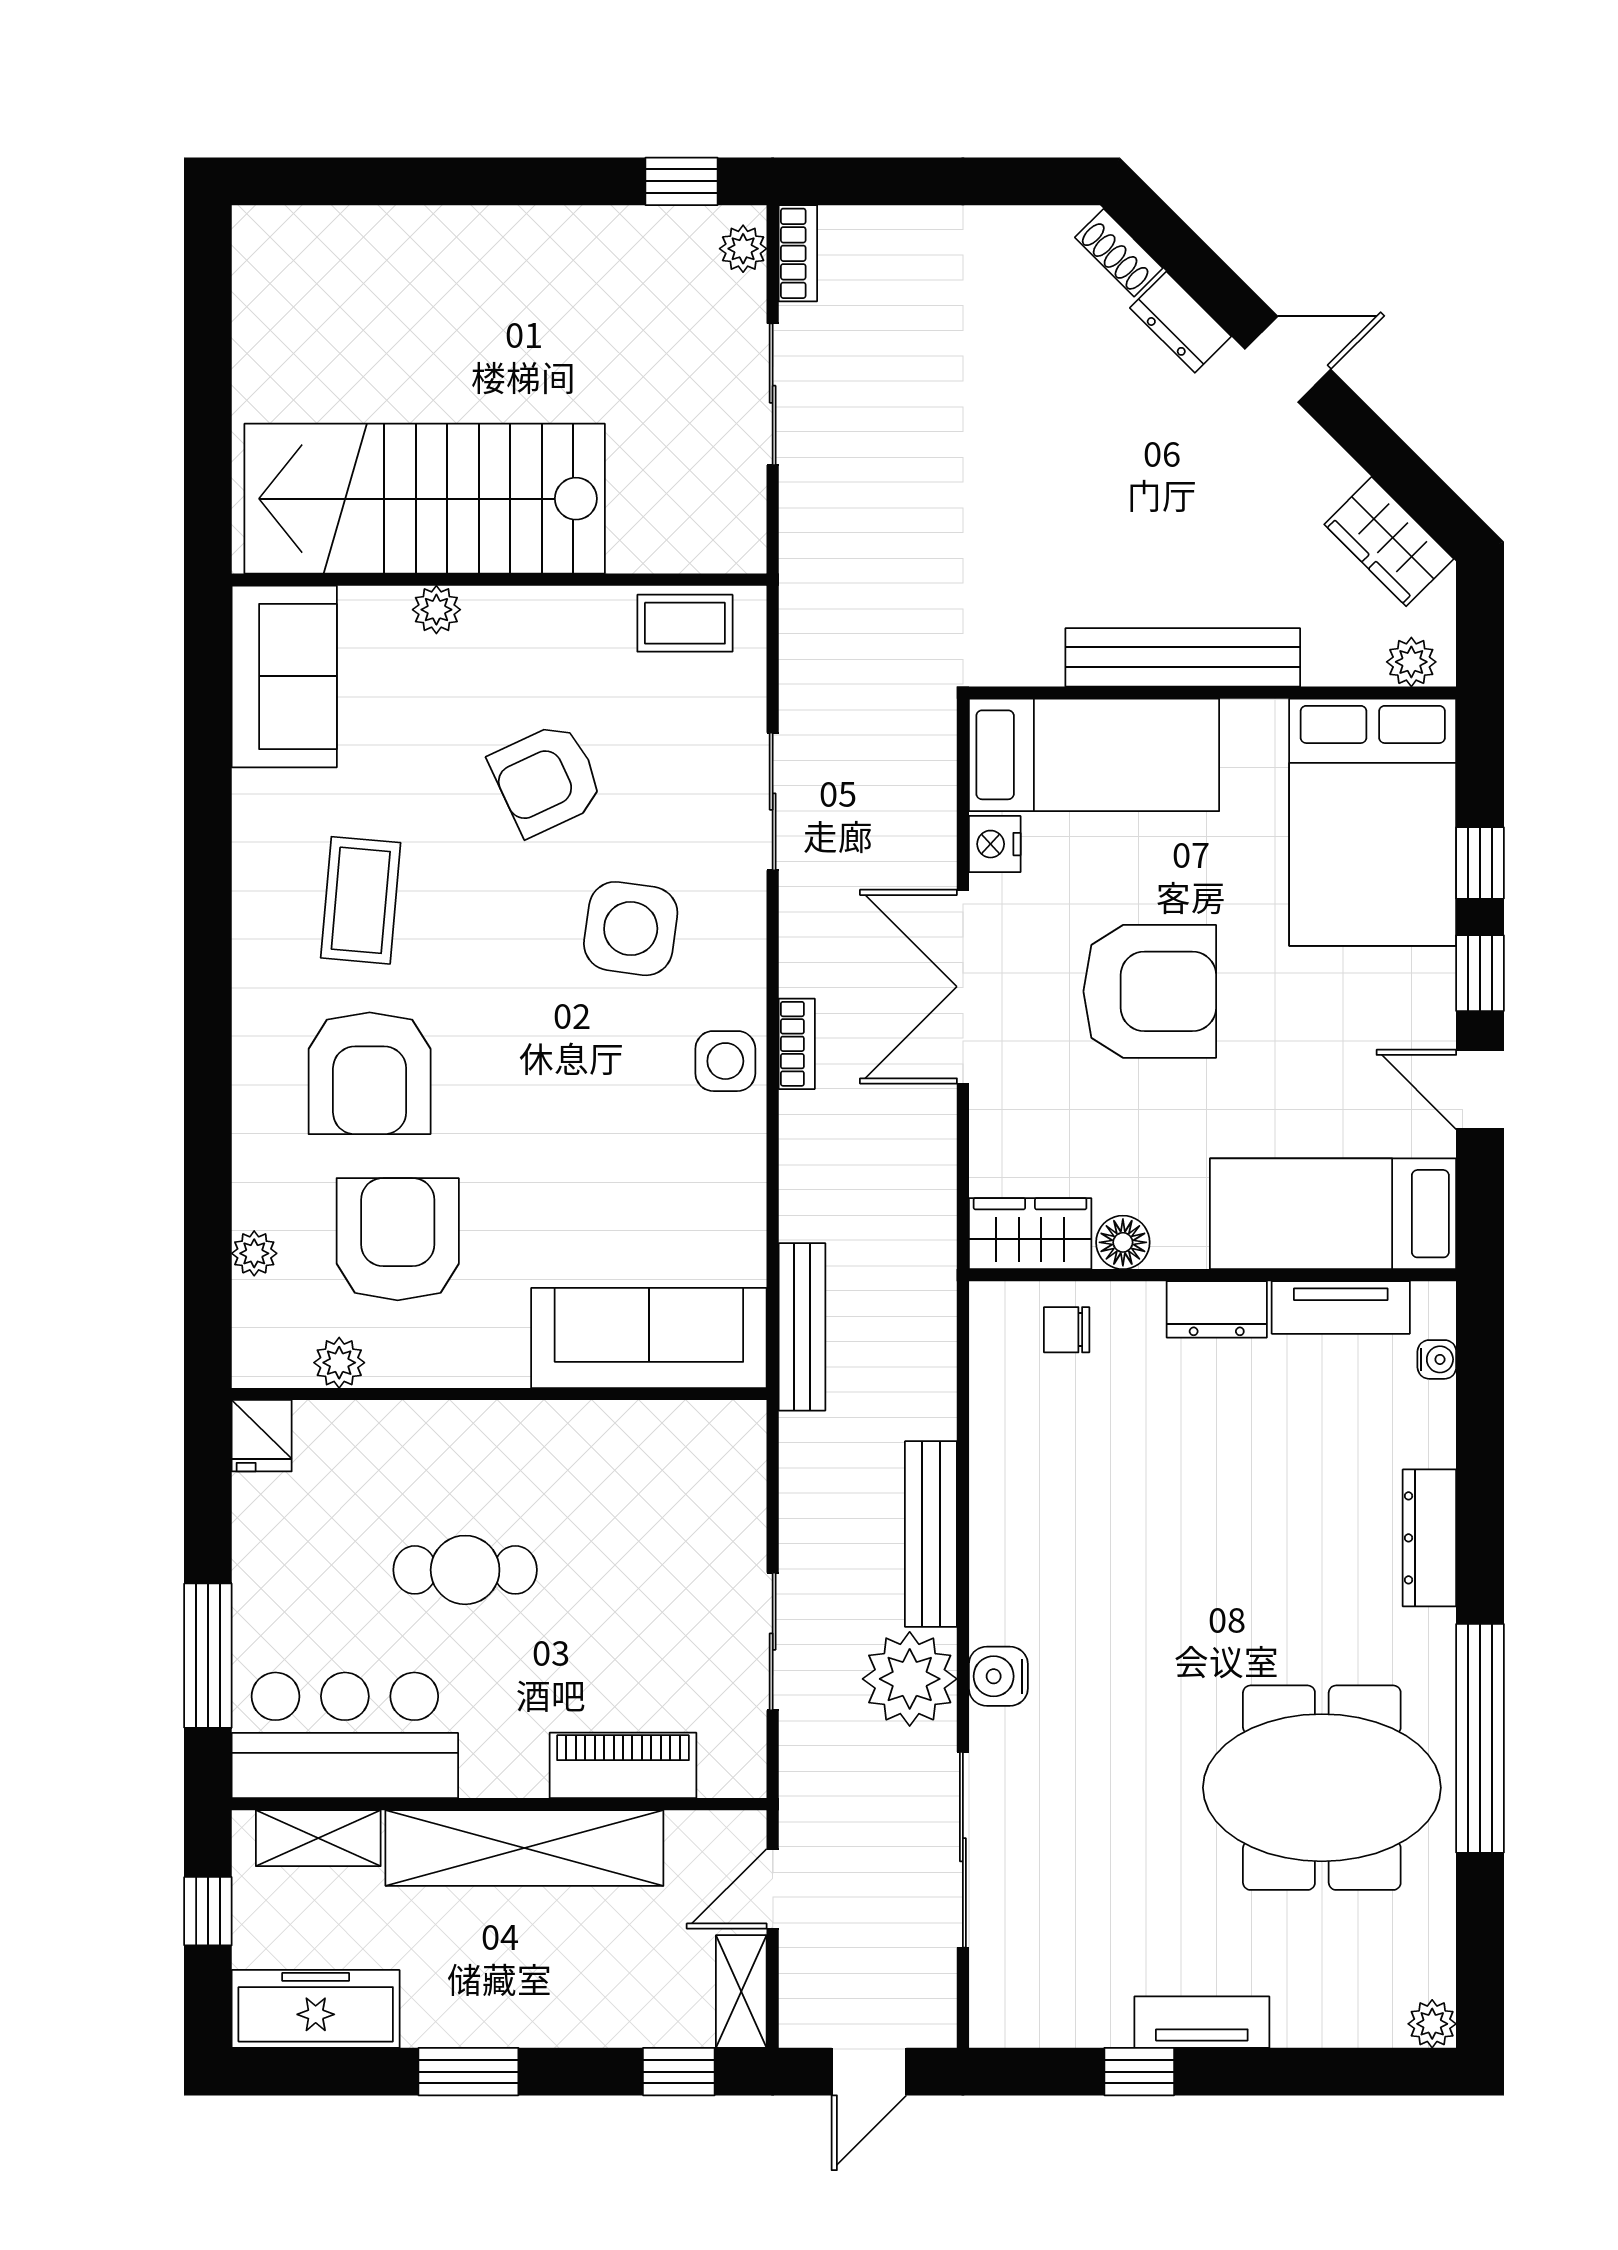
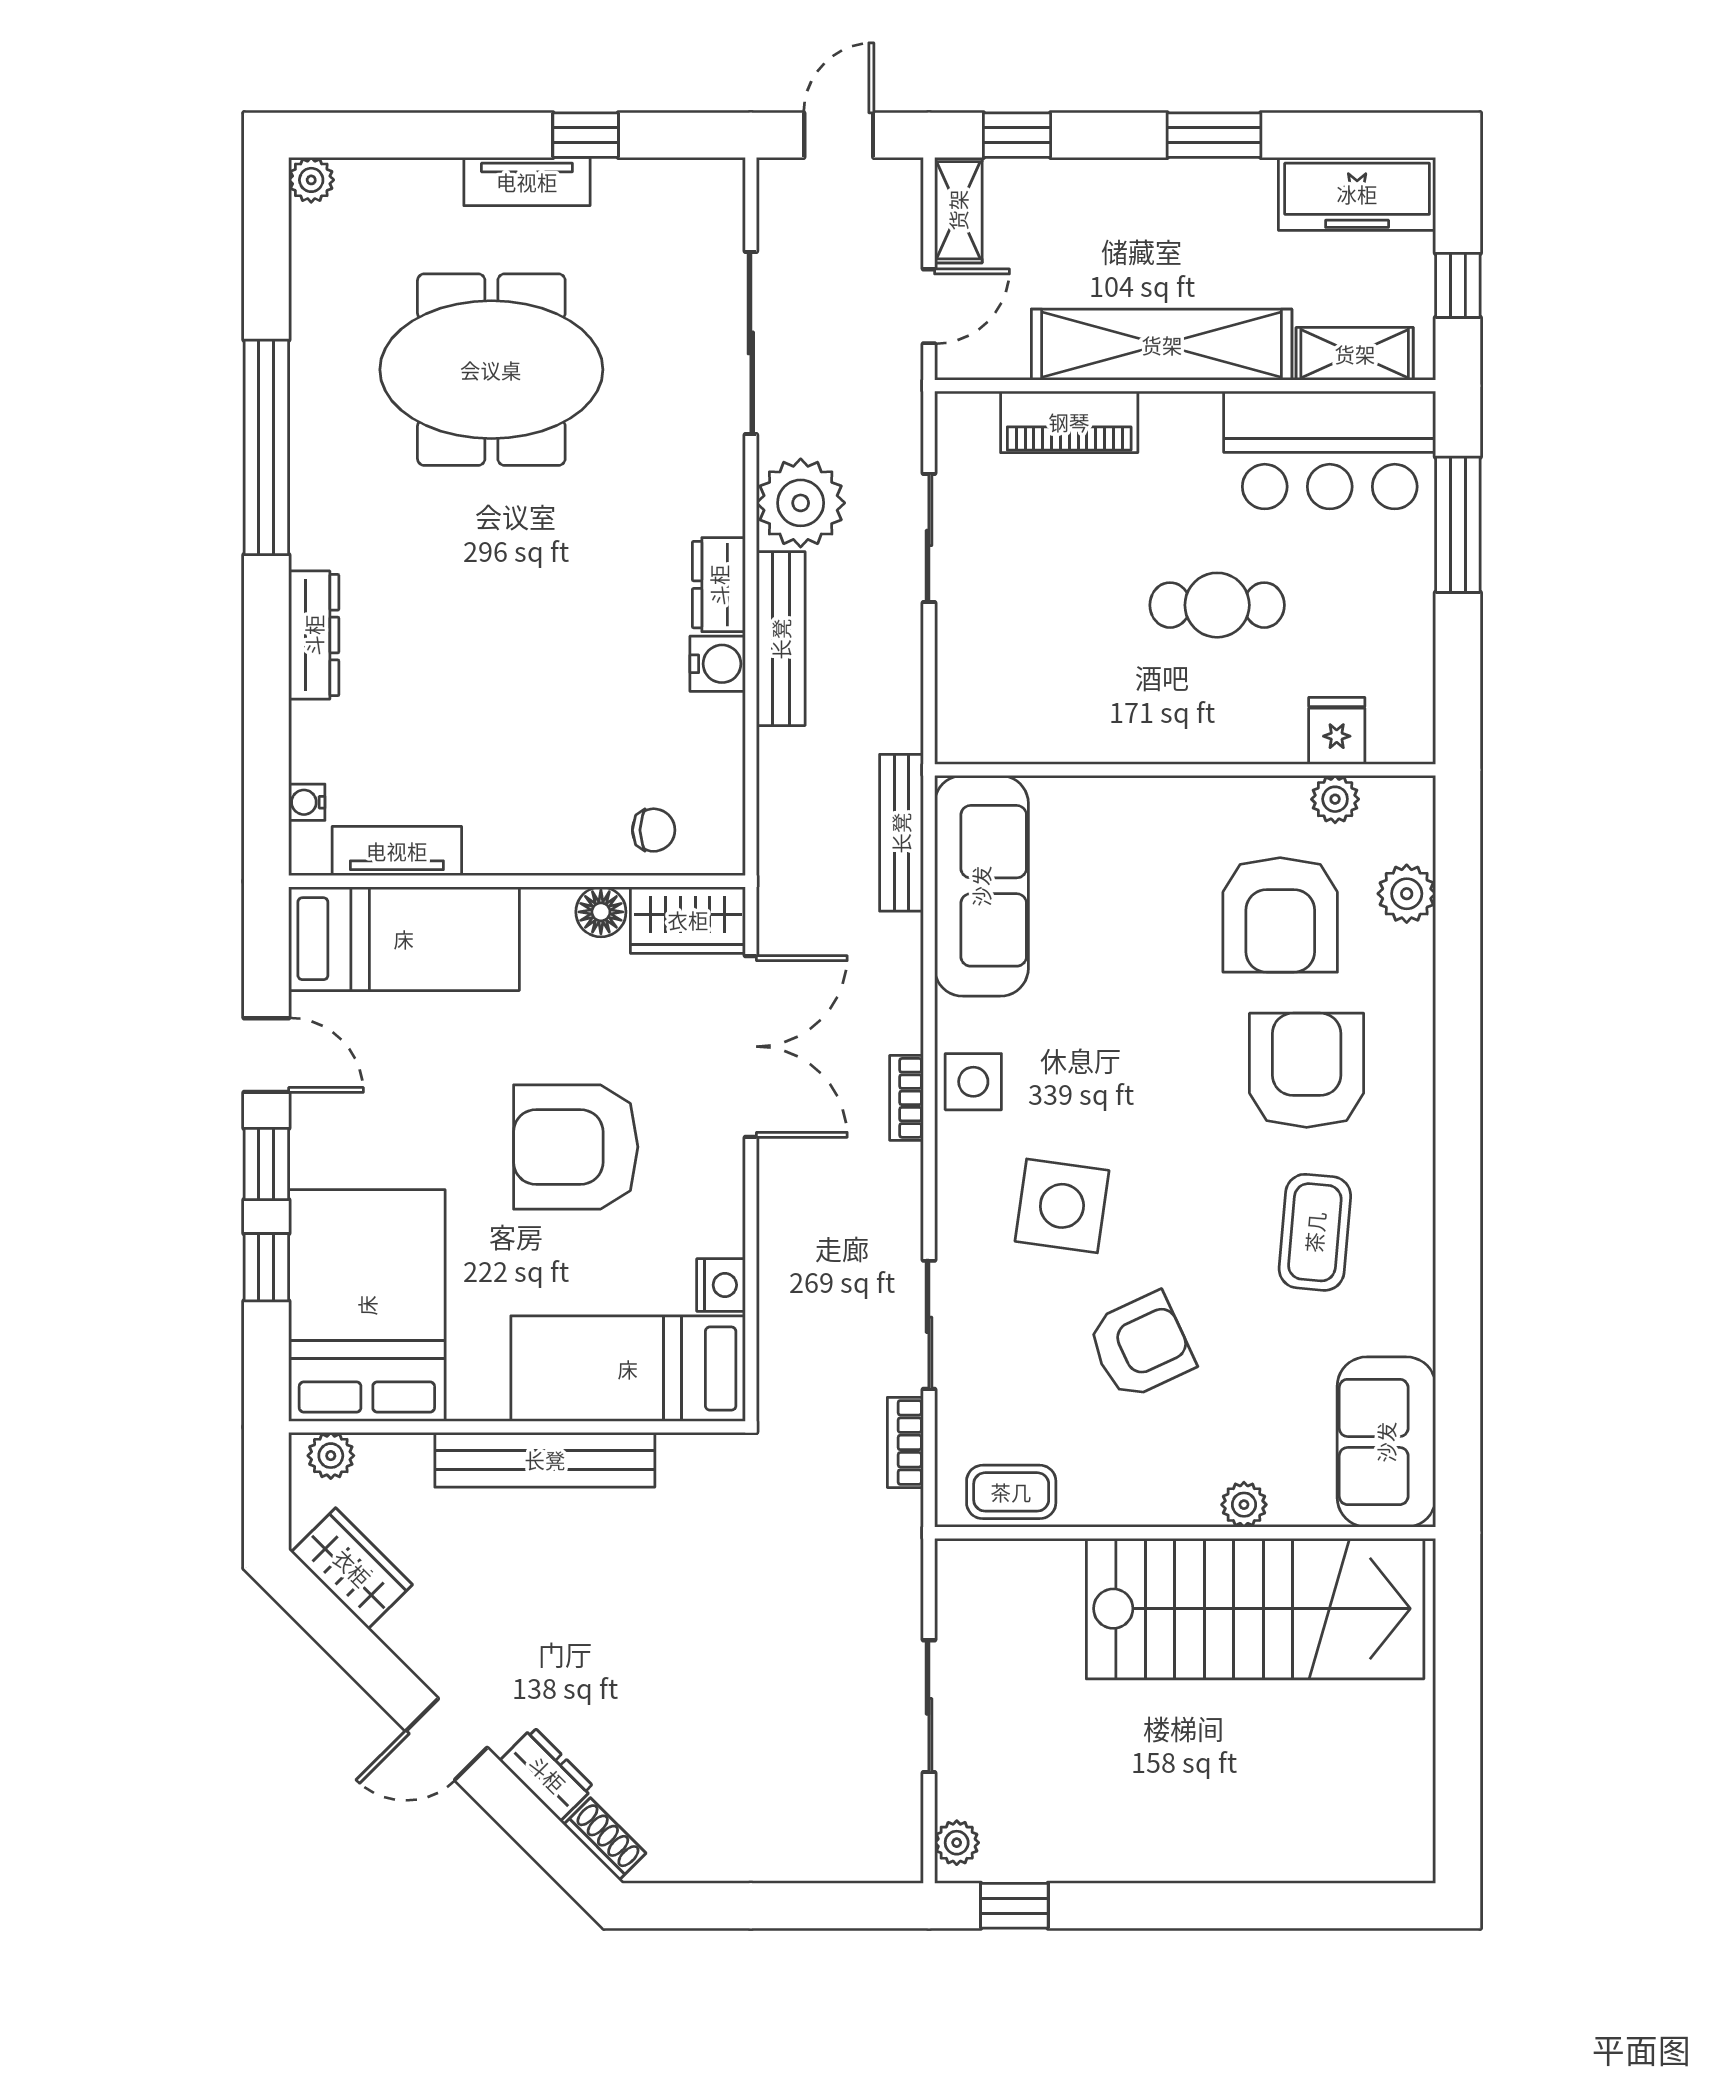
bookcase: (798, 253) -> (905, 1442), moved
double door: (963, 987) -> (751, 1047), moved
plant: (254, 1253) -> (1407, 894), width x1.38, depth x1.38
dresser: (1217, 1309) -> (719, 585), moved, turned -90
sofa: (649, 1338) -> (981, 886), moved, turned -90
fridge: (262, 1436) -> (1337, 731), moved
water cooler: (998, 1676) -> (718, 664), moved
meeting table: (1322, 1788) -> (491, 370), moved

